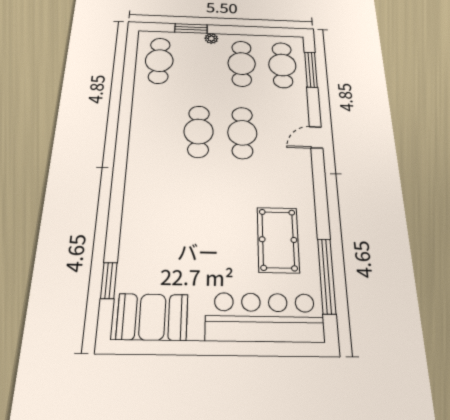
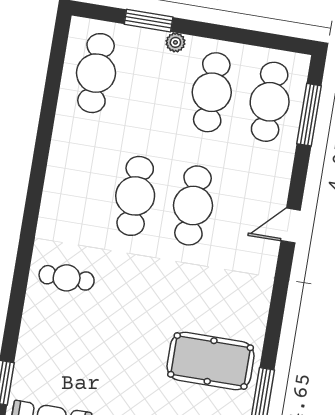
cafe table: (154, 193) -> (67, 278), added
pool table: (278, 240) -> (211, 361), turned 90

